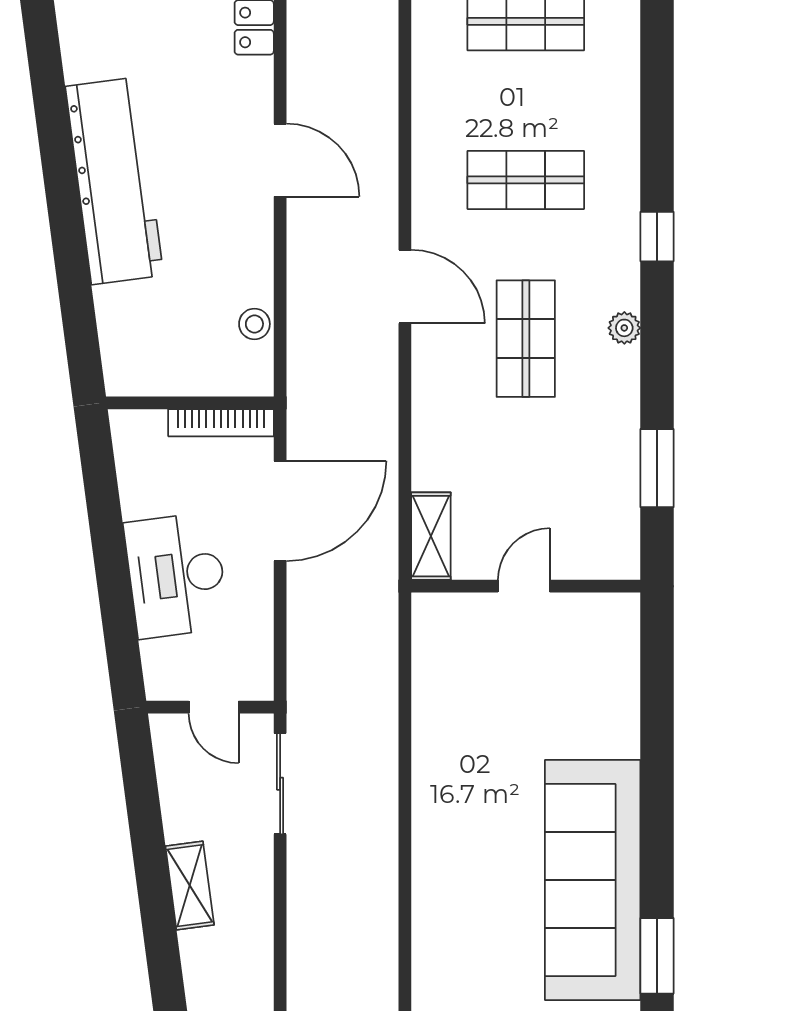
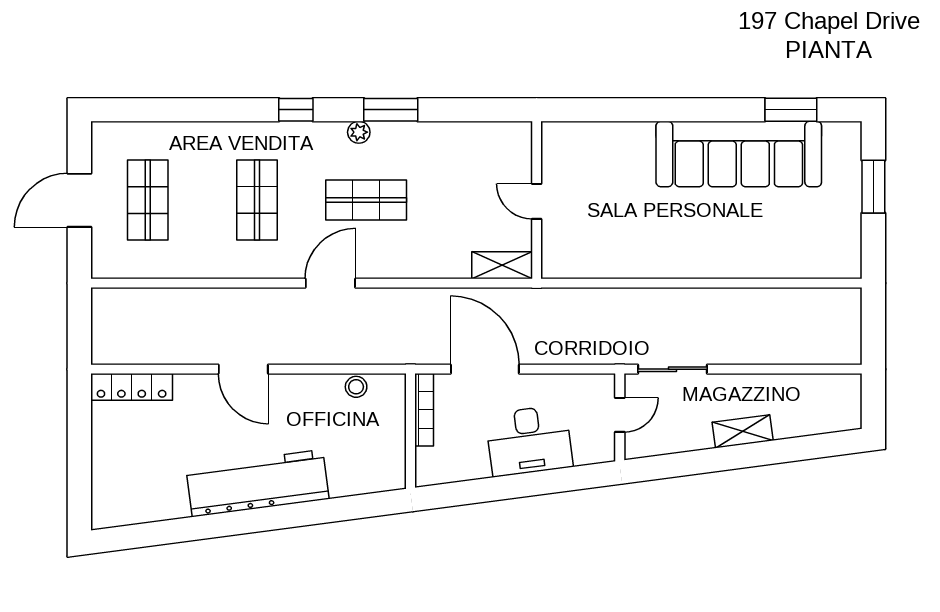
door: (280, 160) -> (243, 369), swing flipped
window: (657, 468) -> (391, 110), moved

